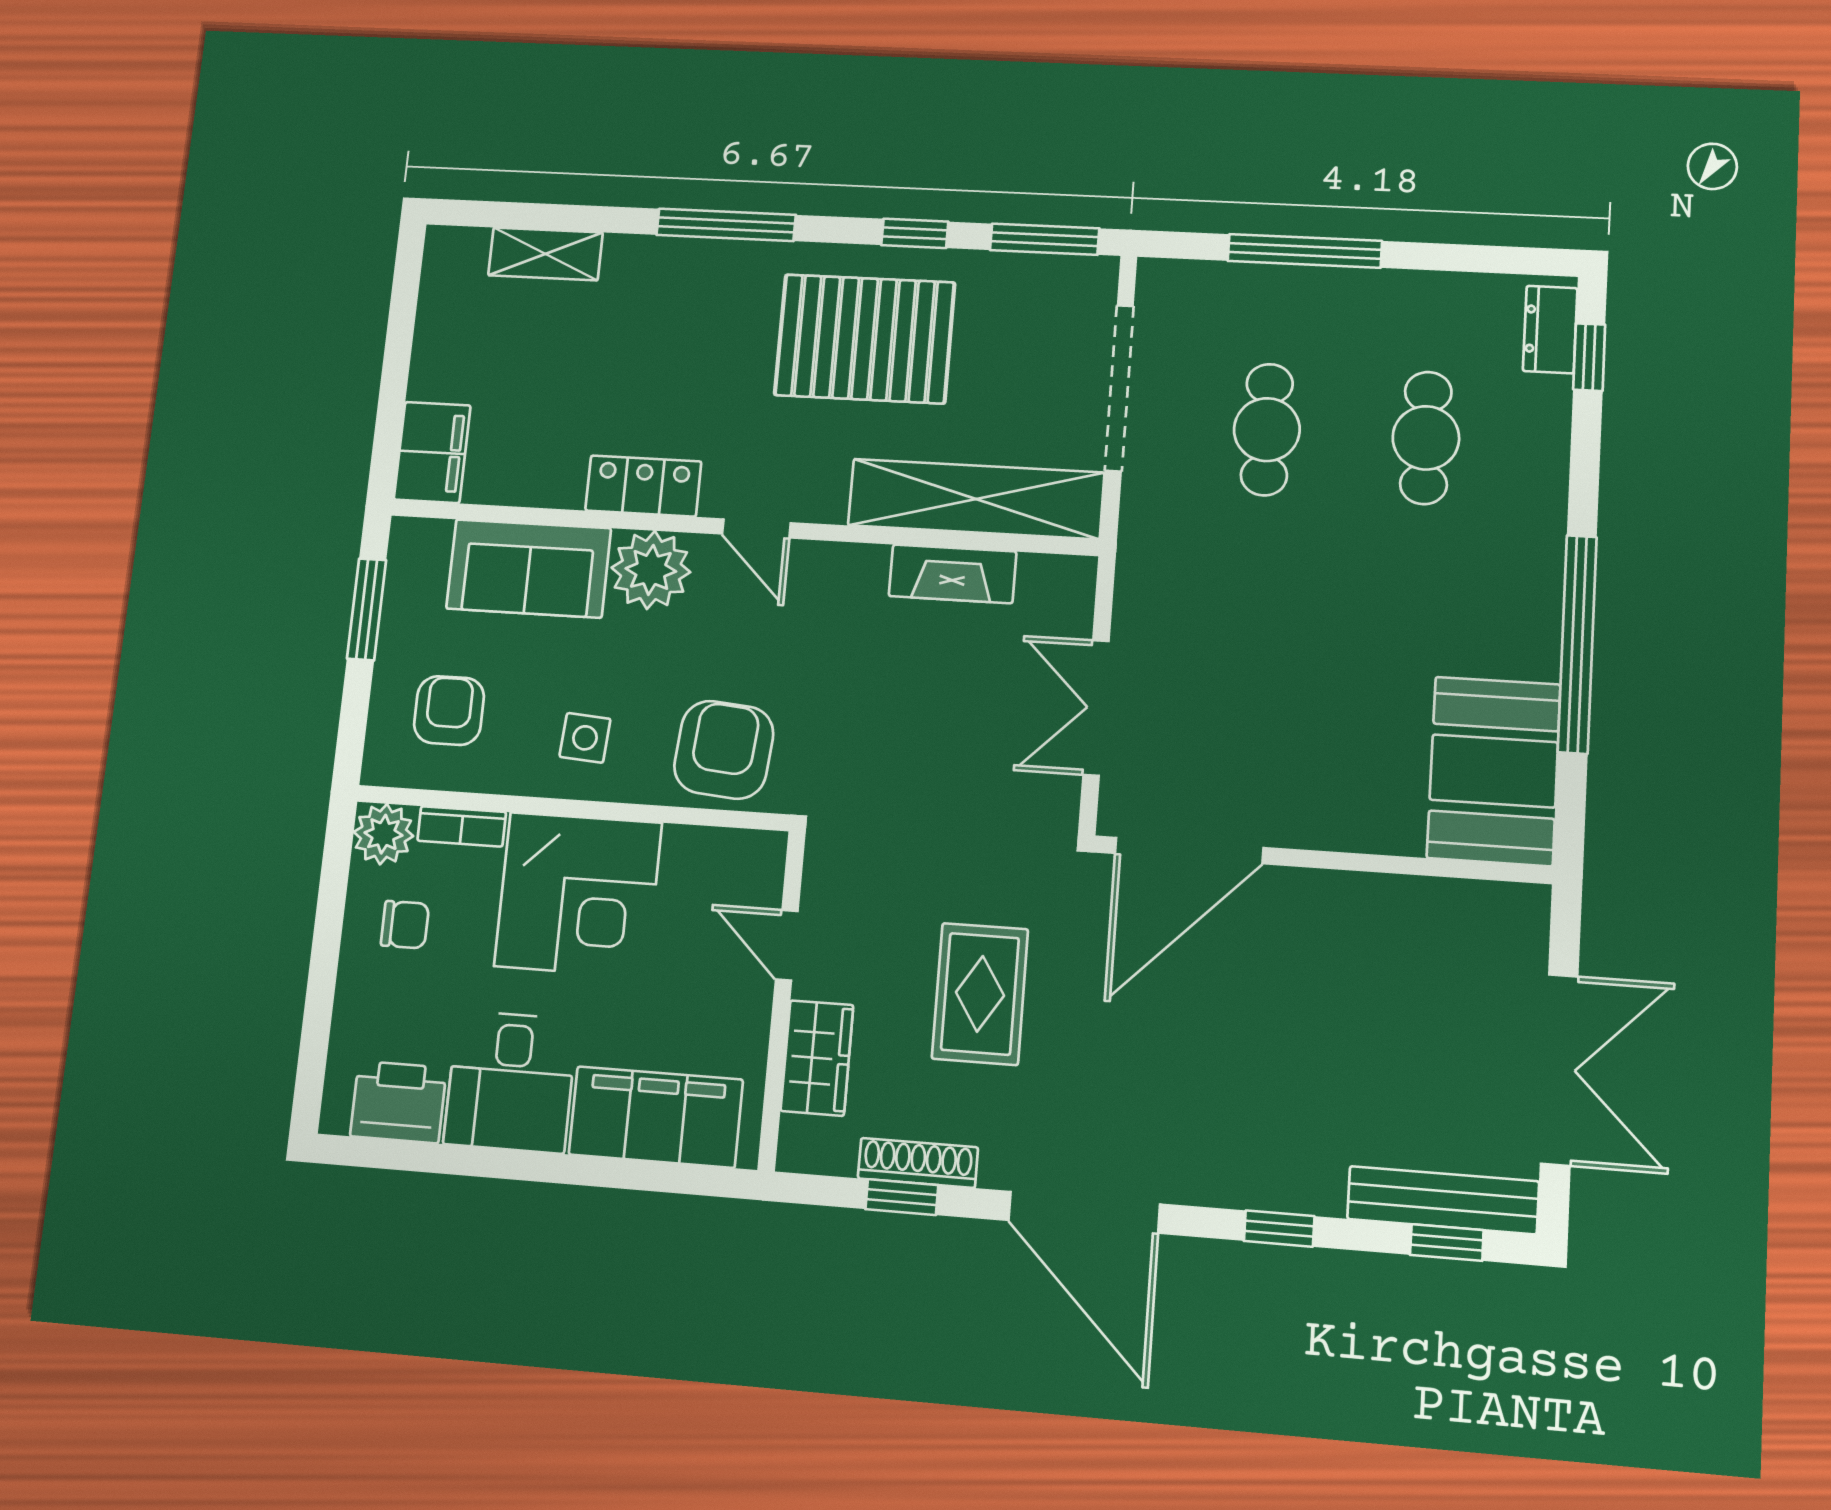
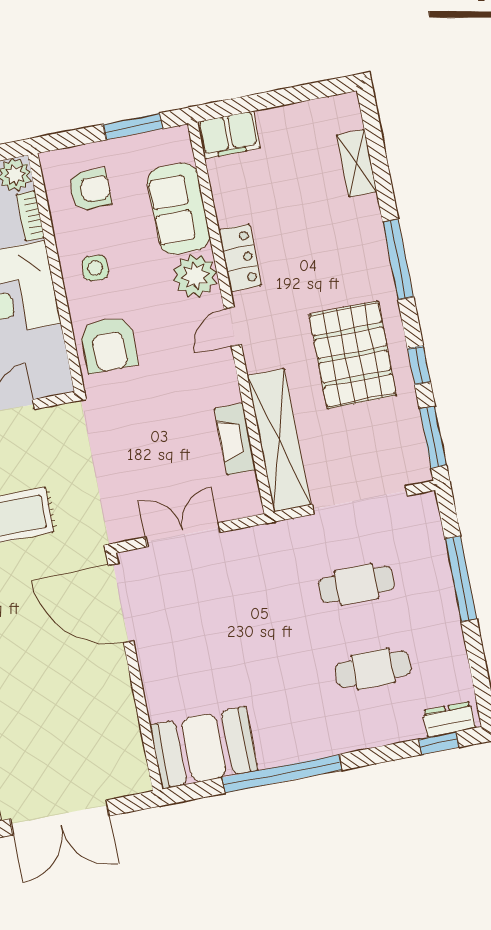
armchair: (724, 750) -> (109, 344), turned 85

